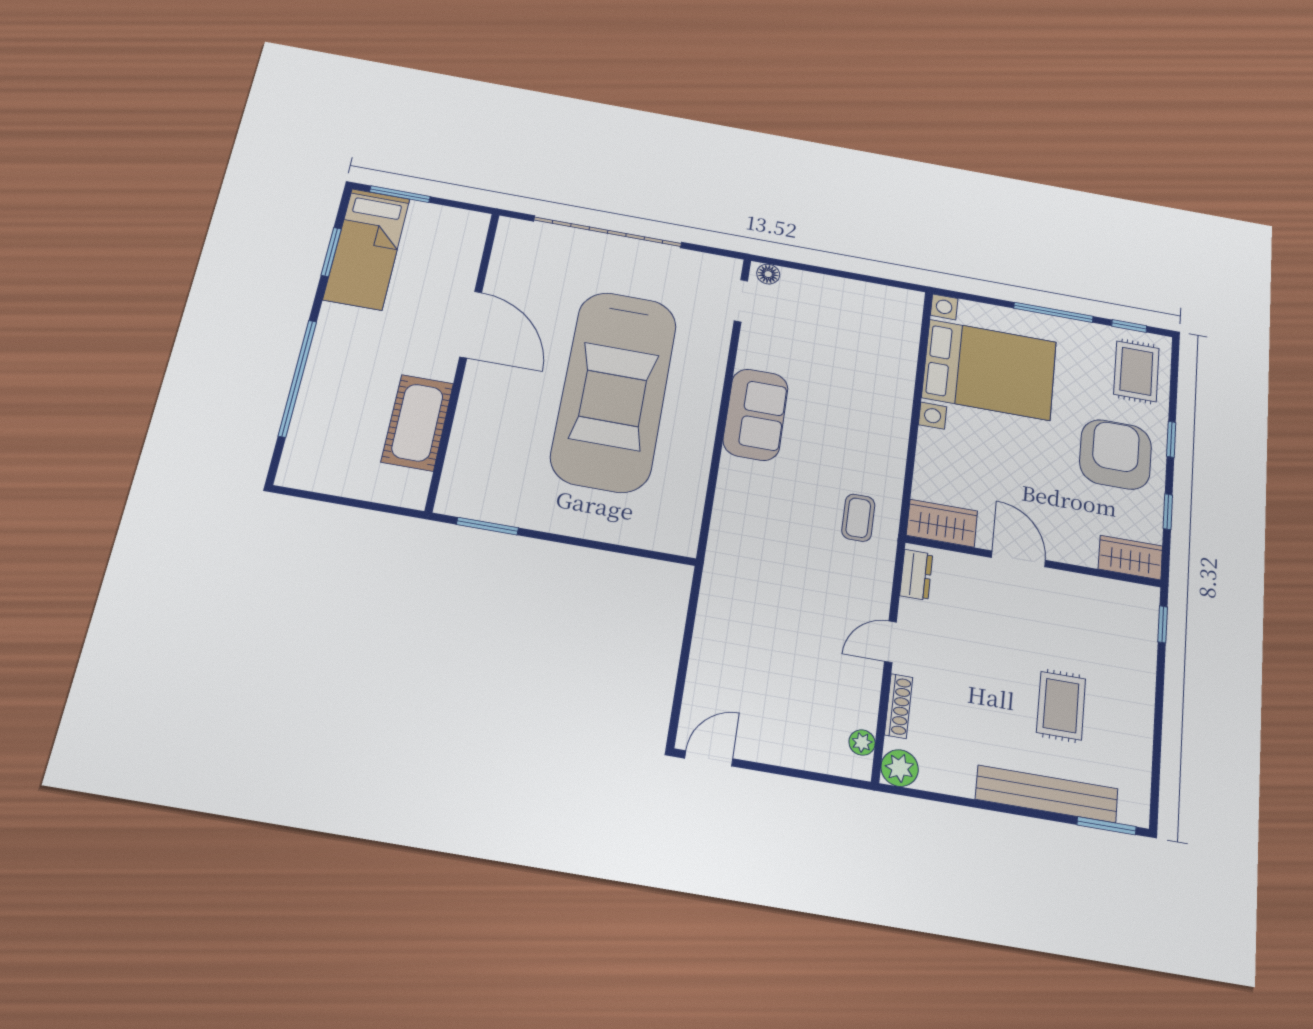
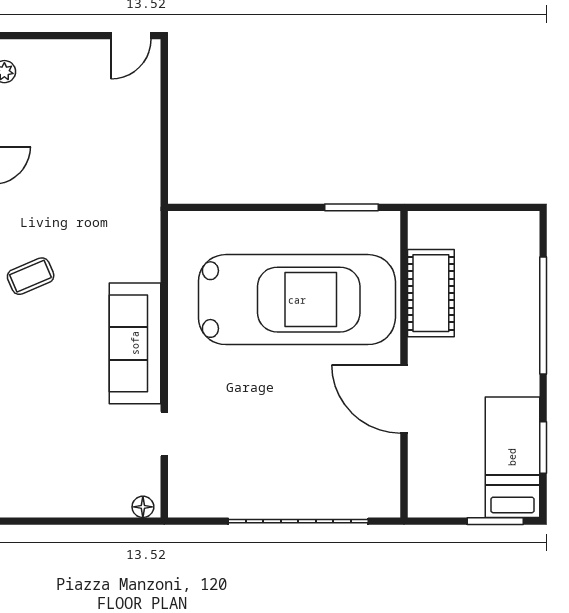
doorway: (741, 301) -> (164, 434), moved
car: (614, 391) -> (297, 300), moved, turned 90
sofa: (756, 414) -> (135, 343), width x1.36
coffee table: (858, 518) -> (31, 276), turned 67

